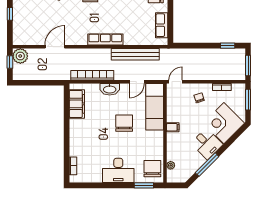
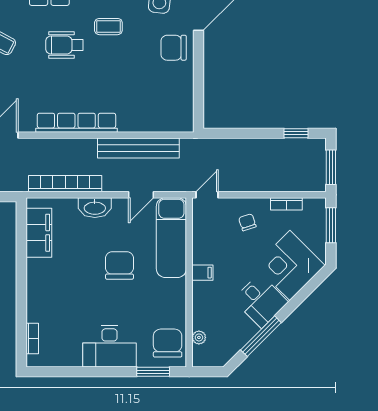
row of seats: (162, 25) -> (184, 98), removed
row of seats: (105, 39) -> (76, 123), width x1.36

